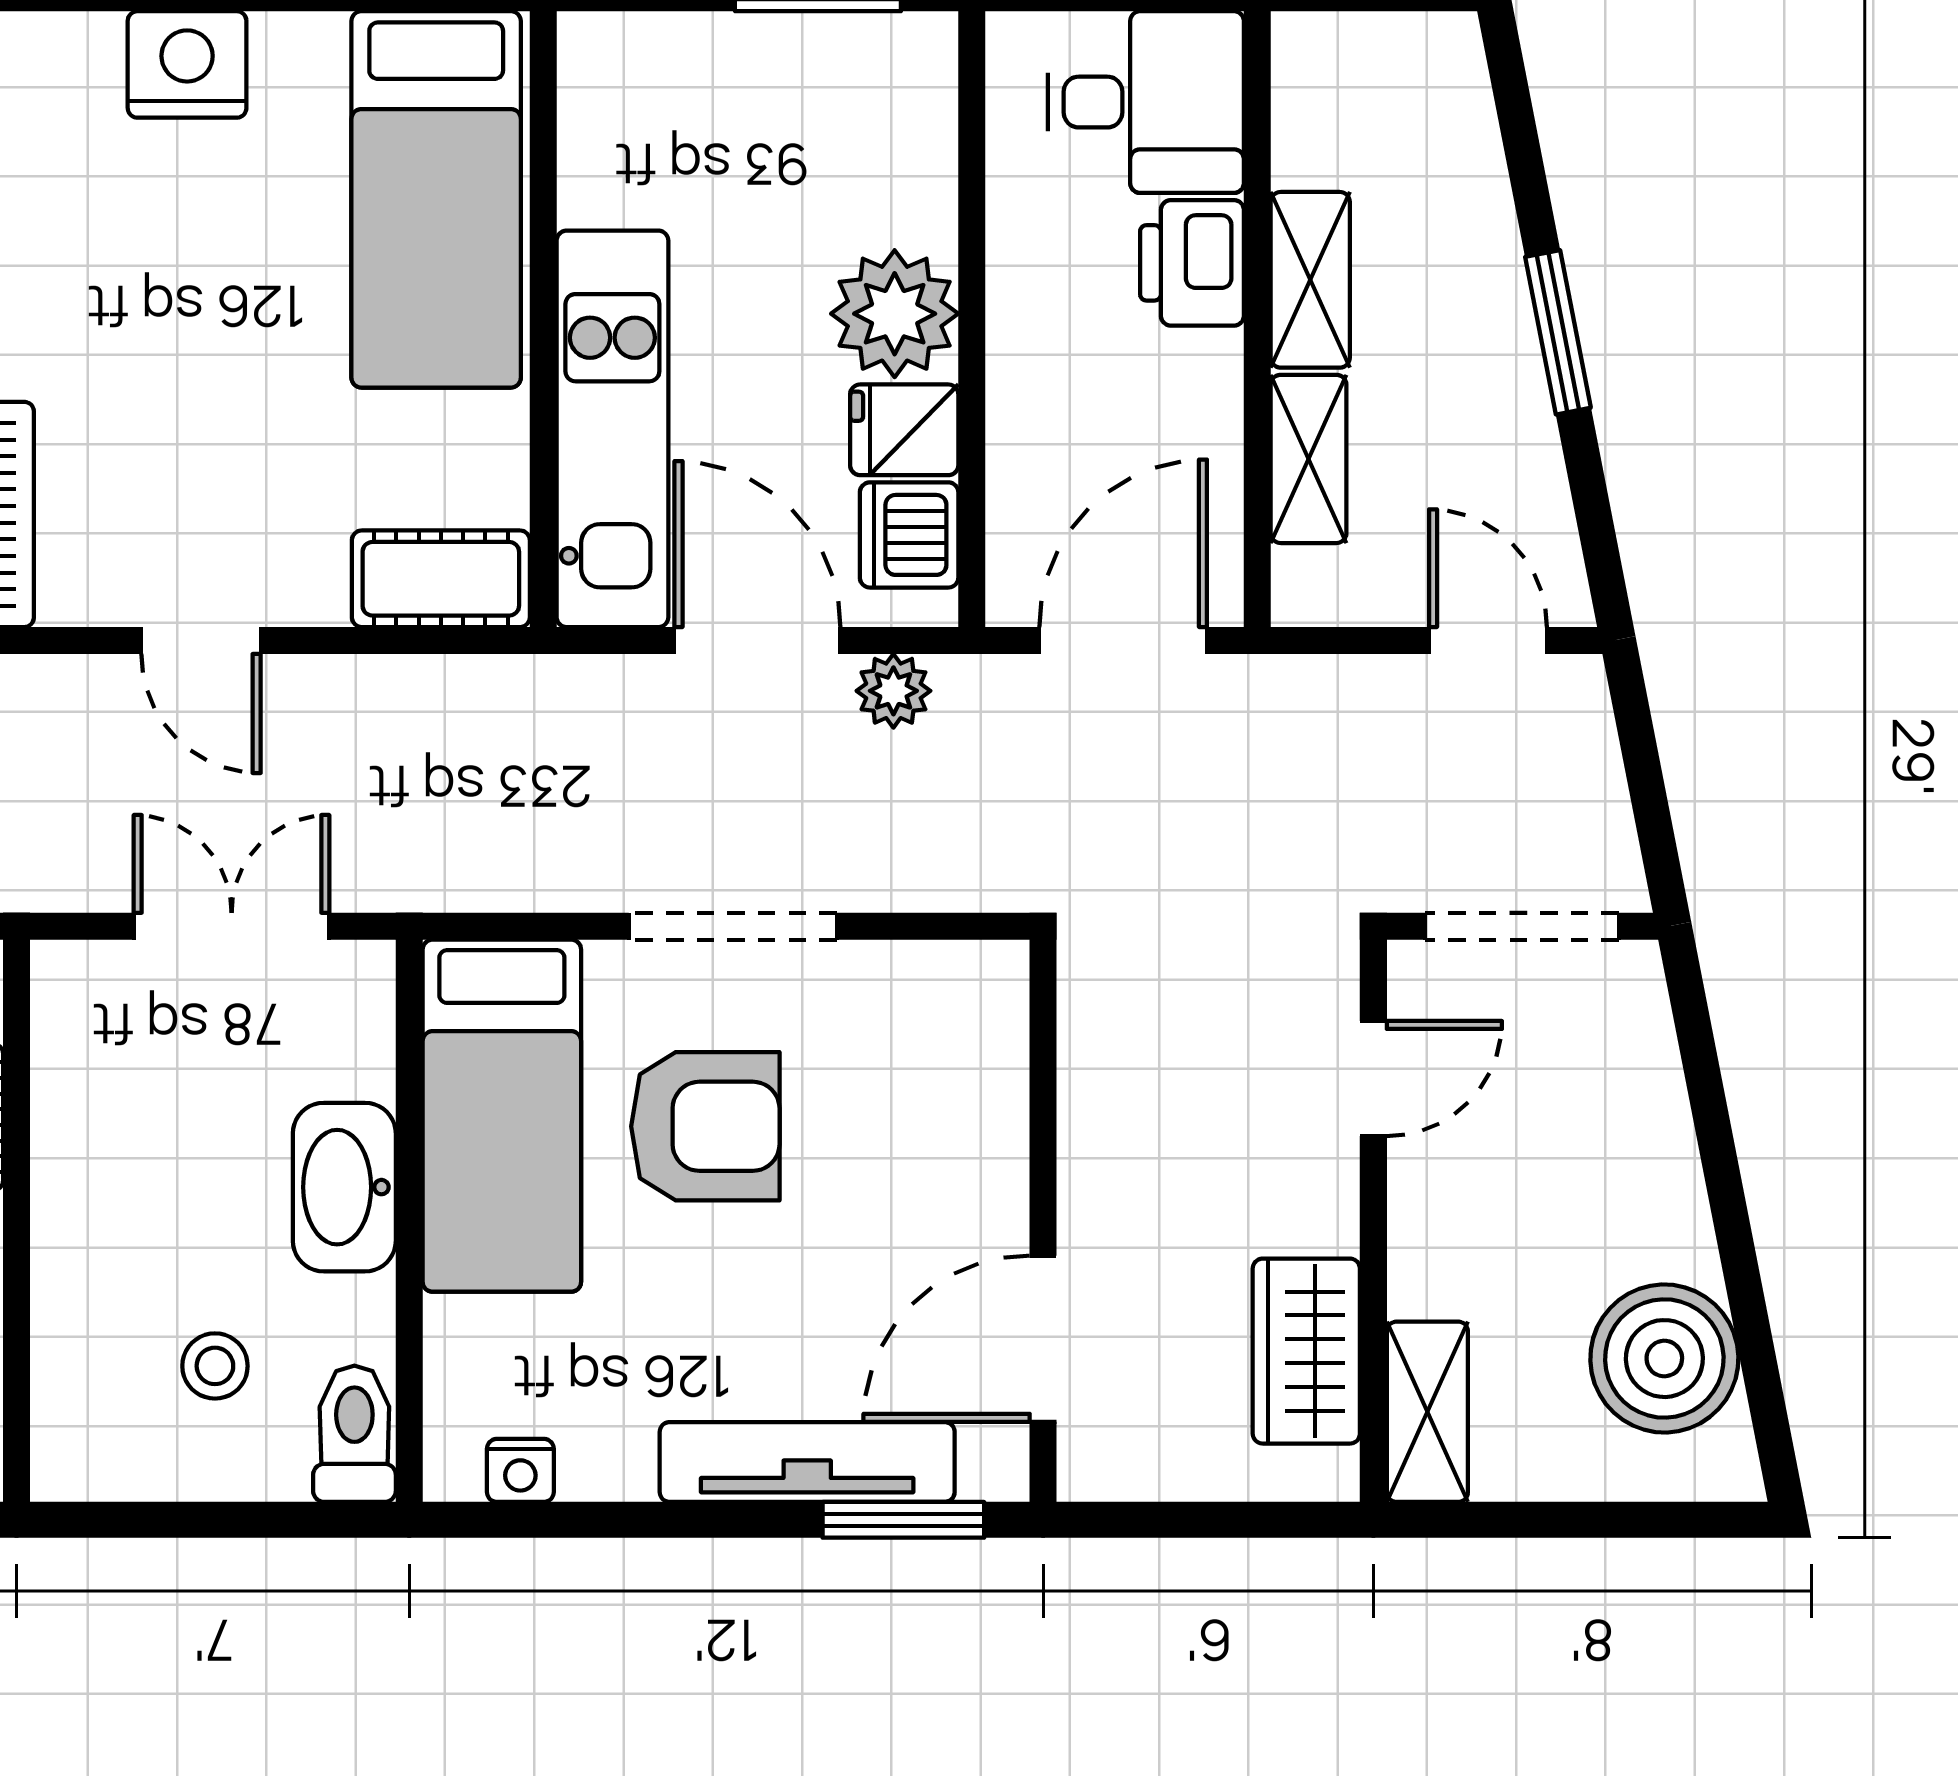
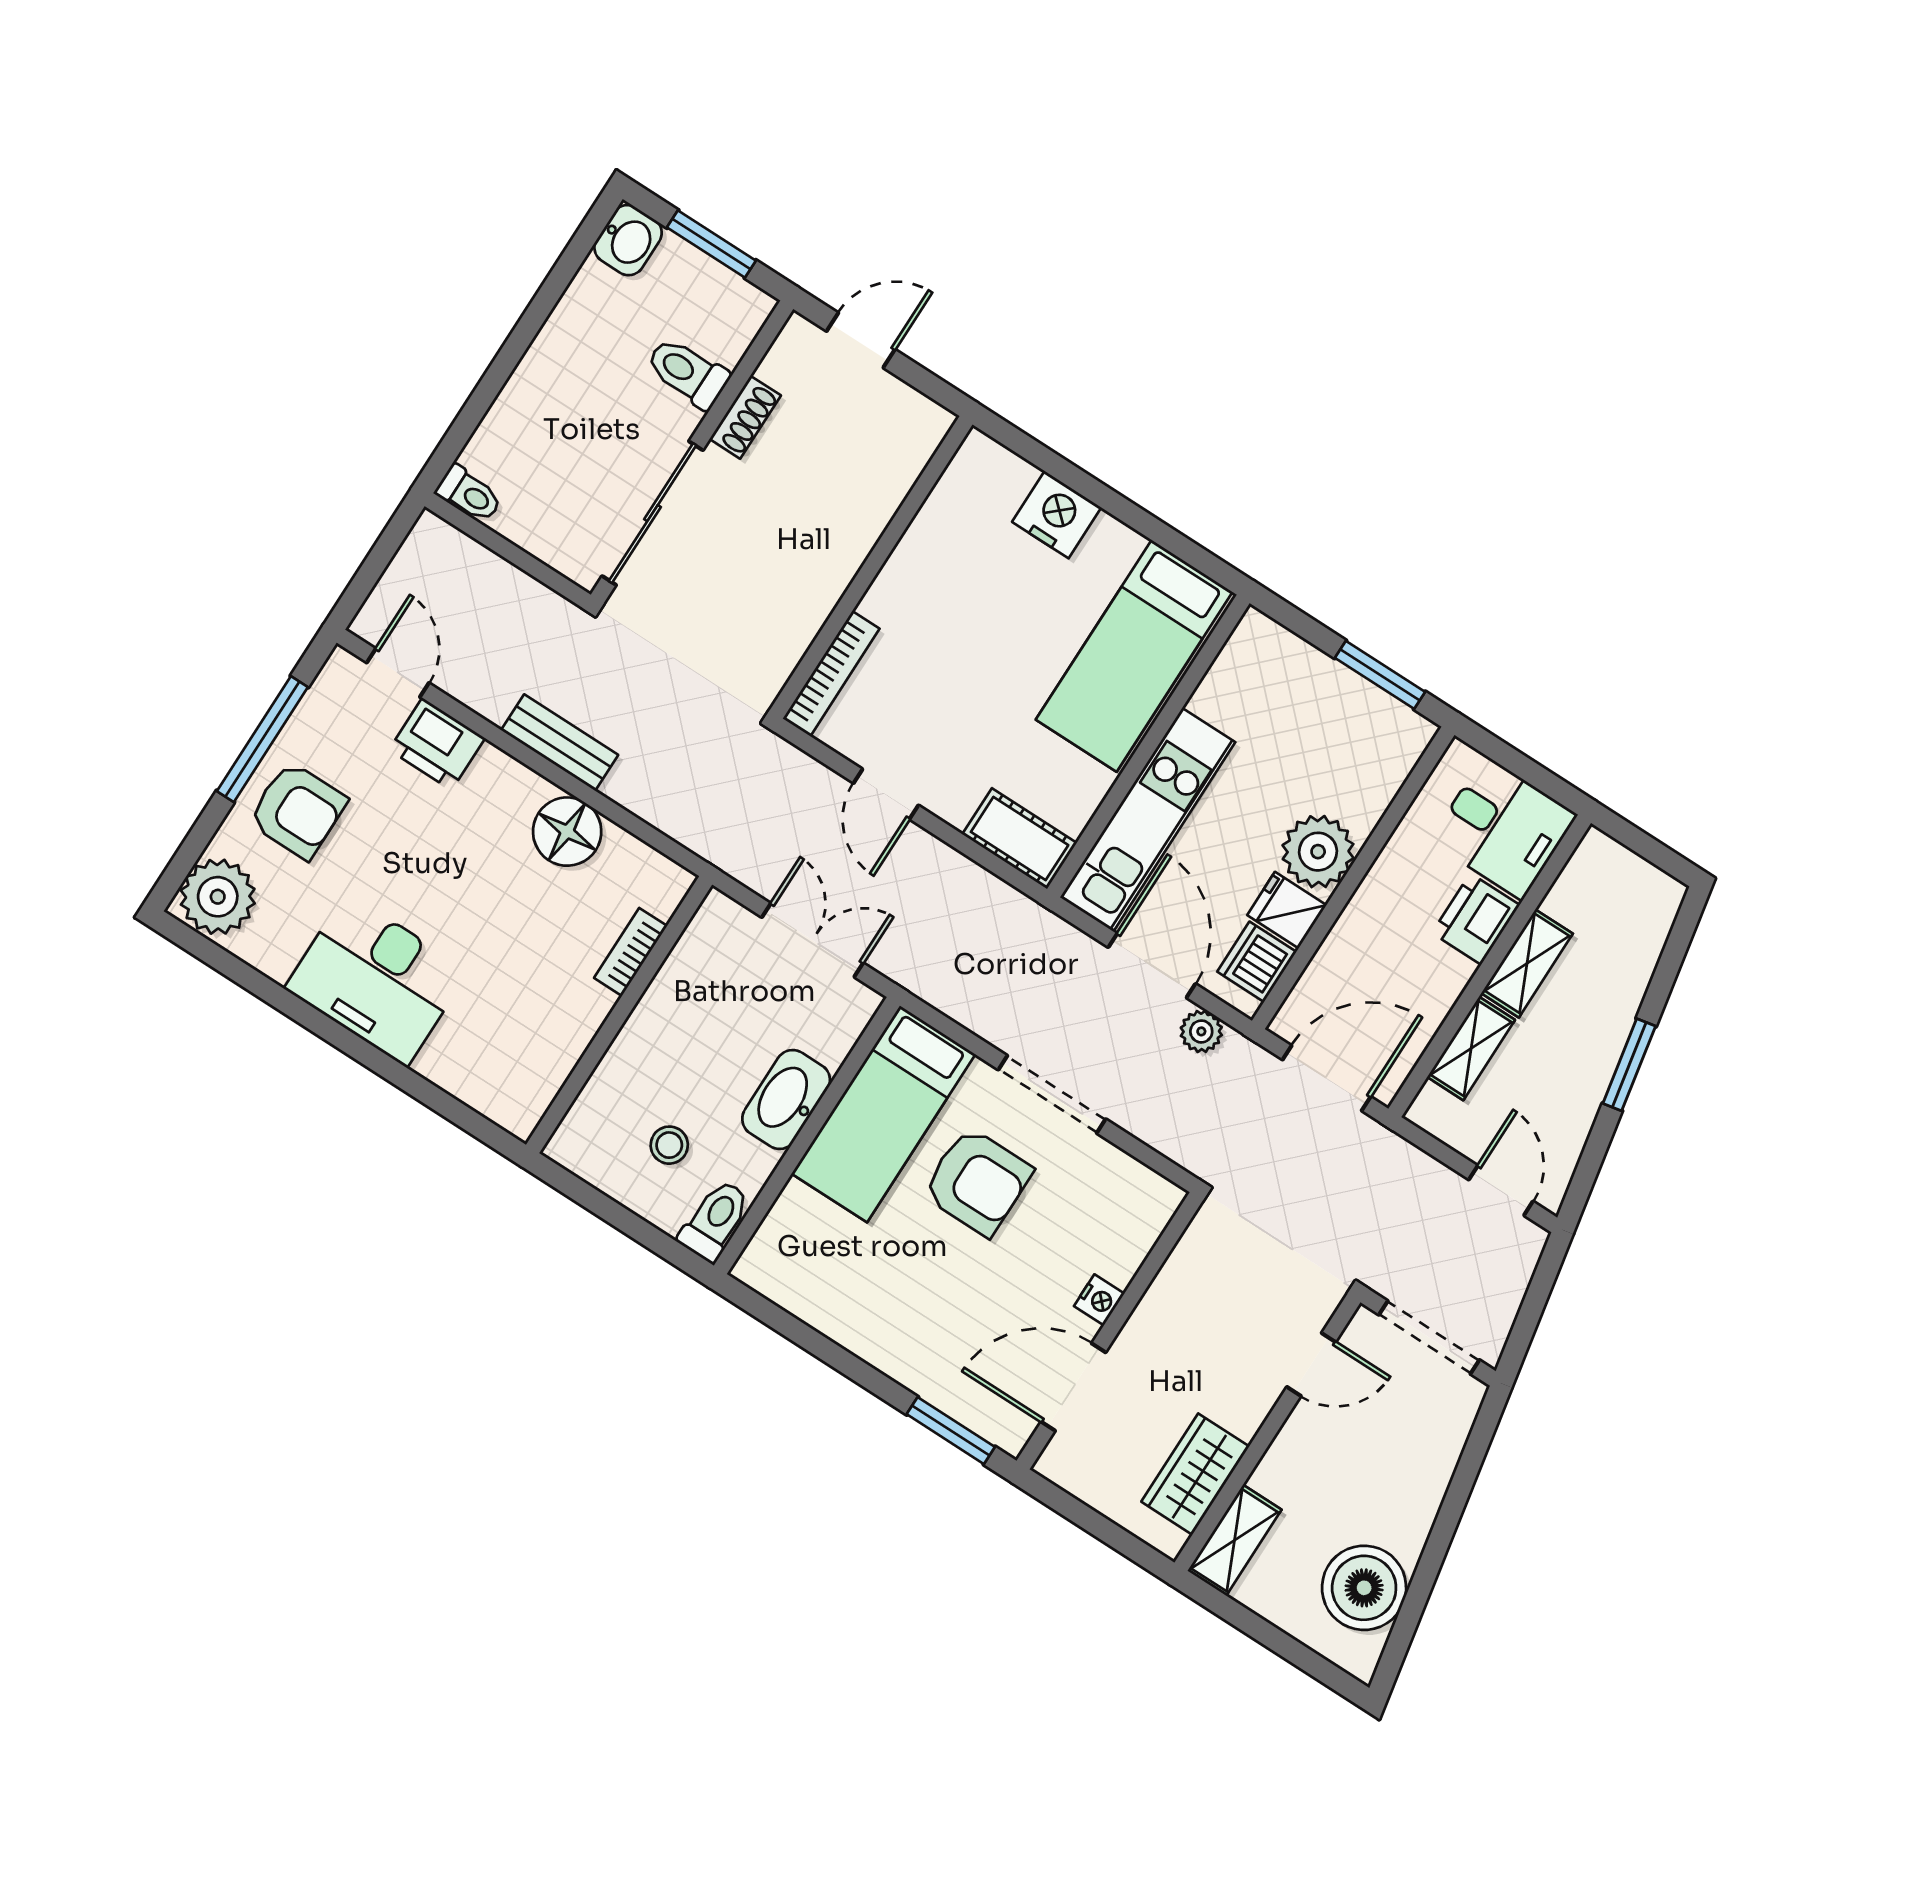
tv unit: (807, 1462) -> (923, 1373), removed
nightstand: (520, 1470) -> (1099, 1300), moved, turned -90

